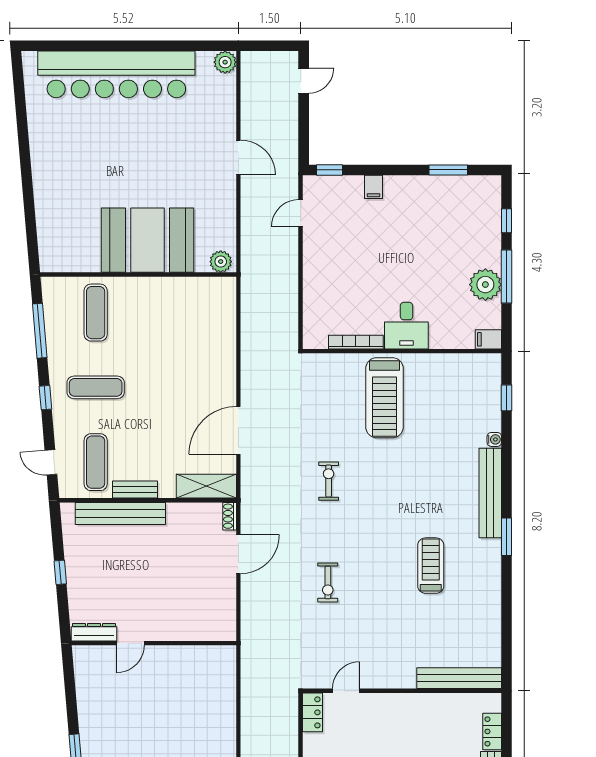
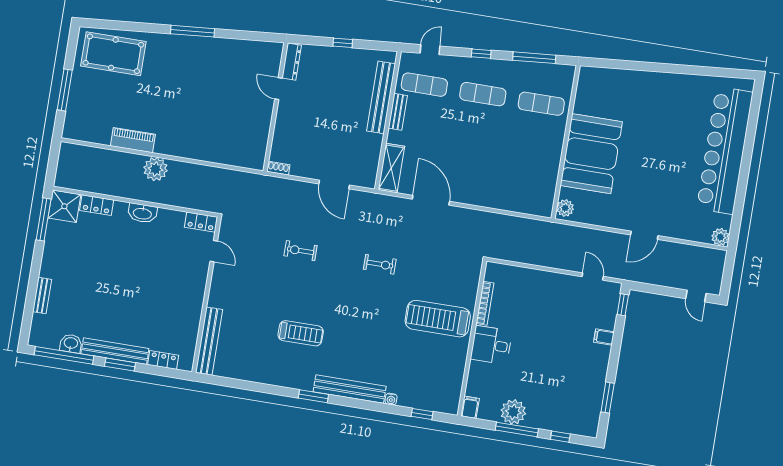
exercise mat: (96, 387) -> (483, 94), turned 90
shoe rack: (230, 516) -> (278, 168), moved

